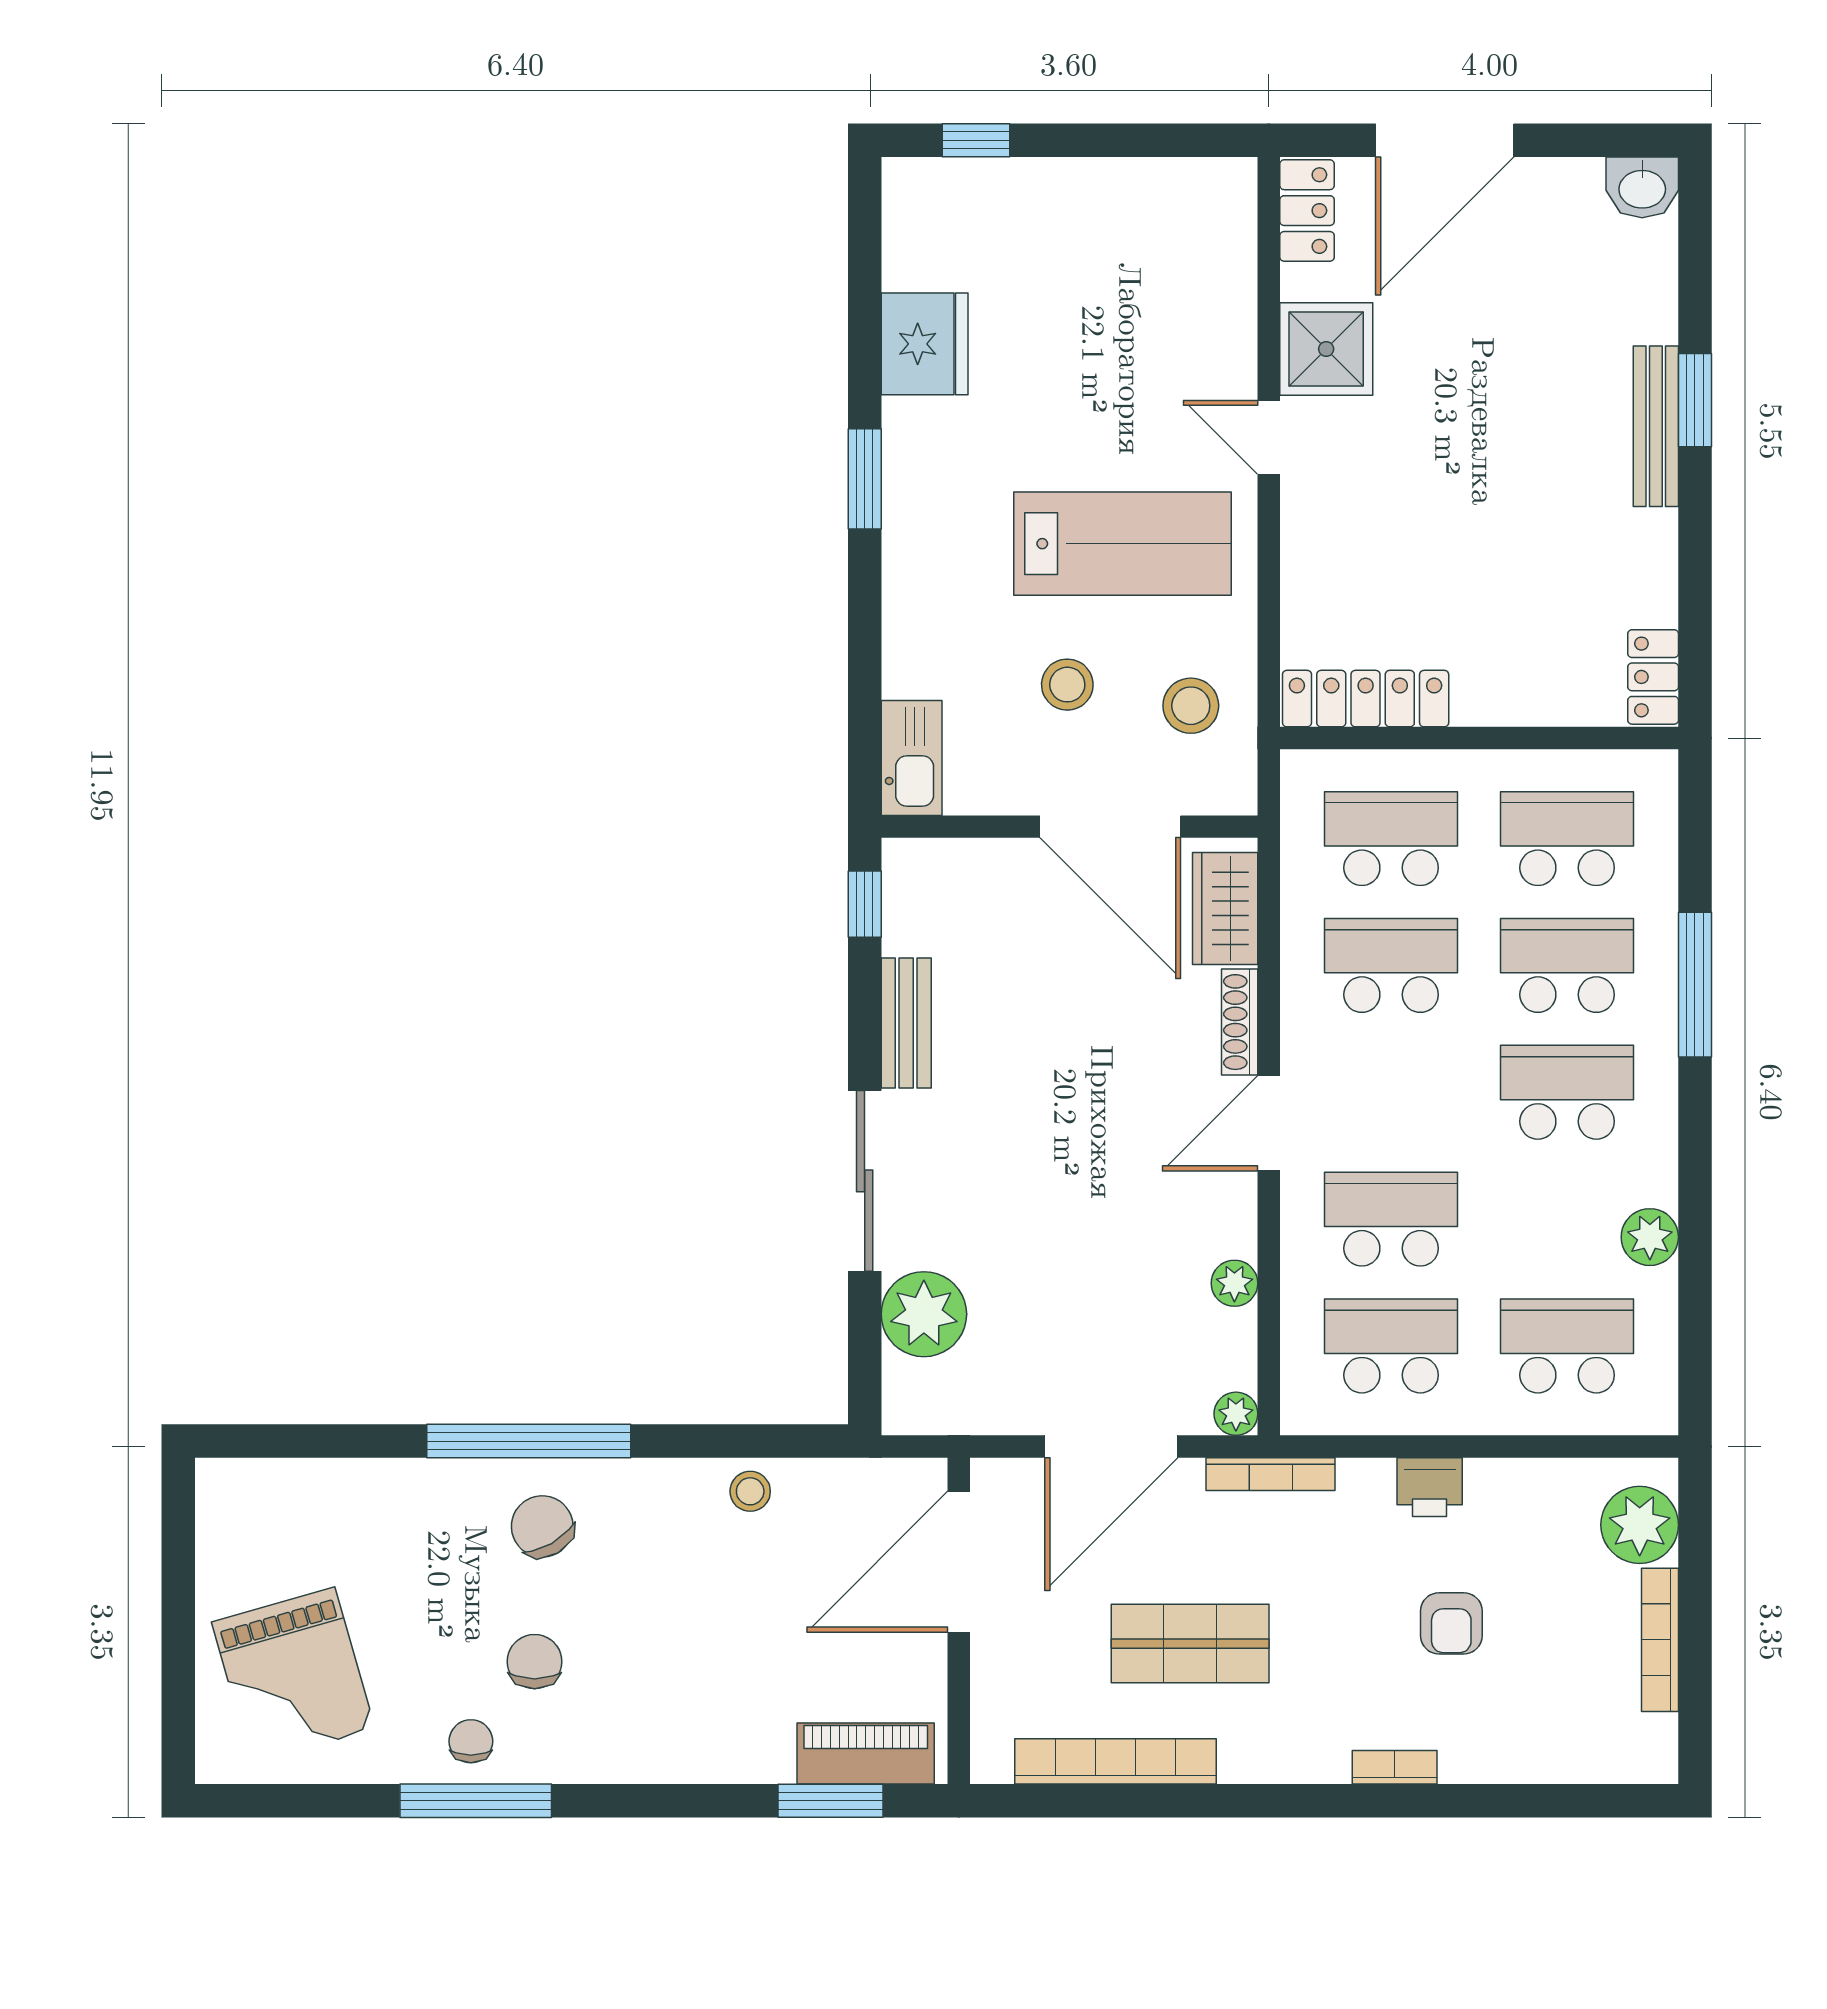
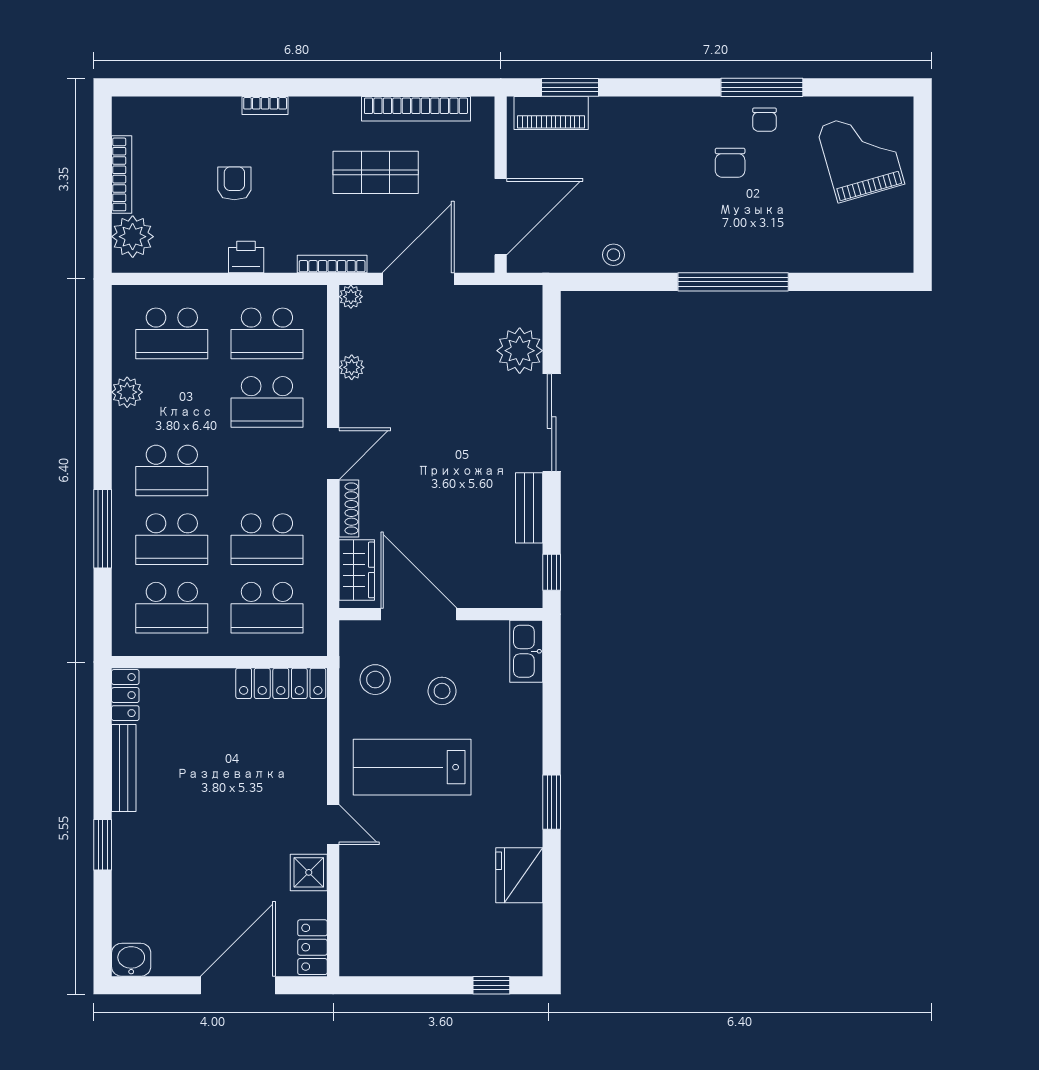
shower: (1326, 349) -> (309, 872), width x0.73, depth x0.73
bench: (1656, 426) -> (124, 768), moved
chair: (542, 1526) -> (726, 236), removed

